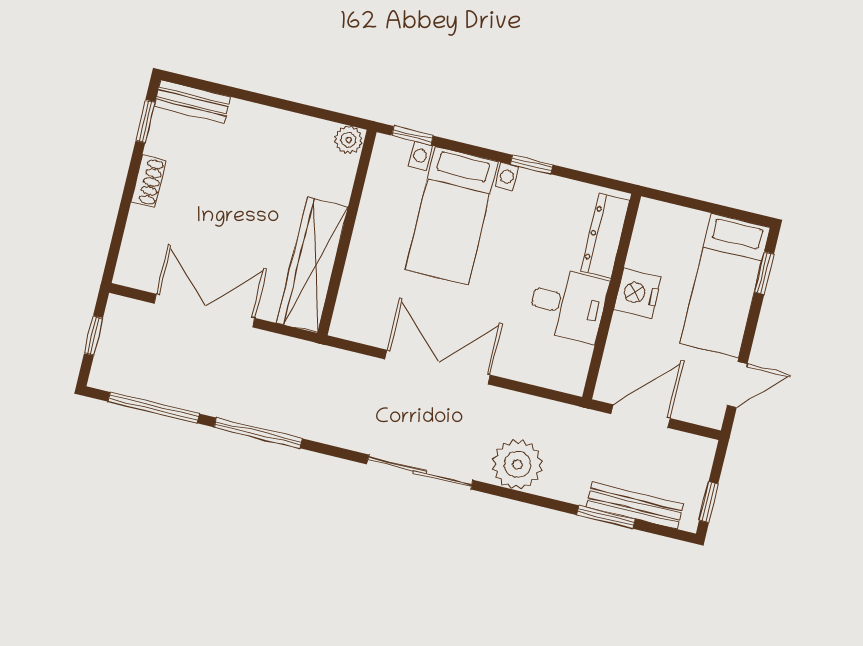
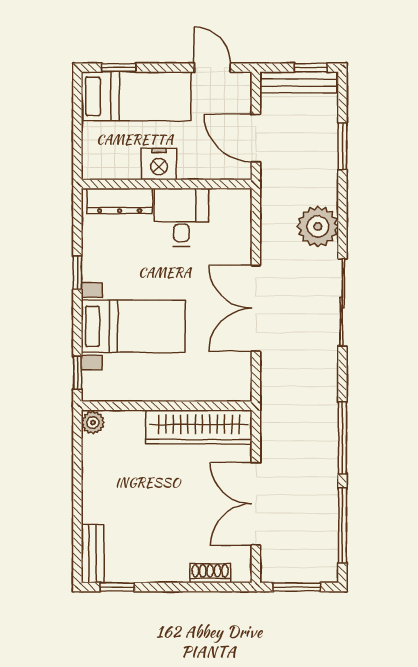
shoe rack: (148, 181) -> (210, 573), moved
window: (94, 336) -> (297, 587), width x1.50
bench: (635, 505) -> (298, 82), moved, turned 90

